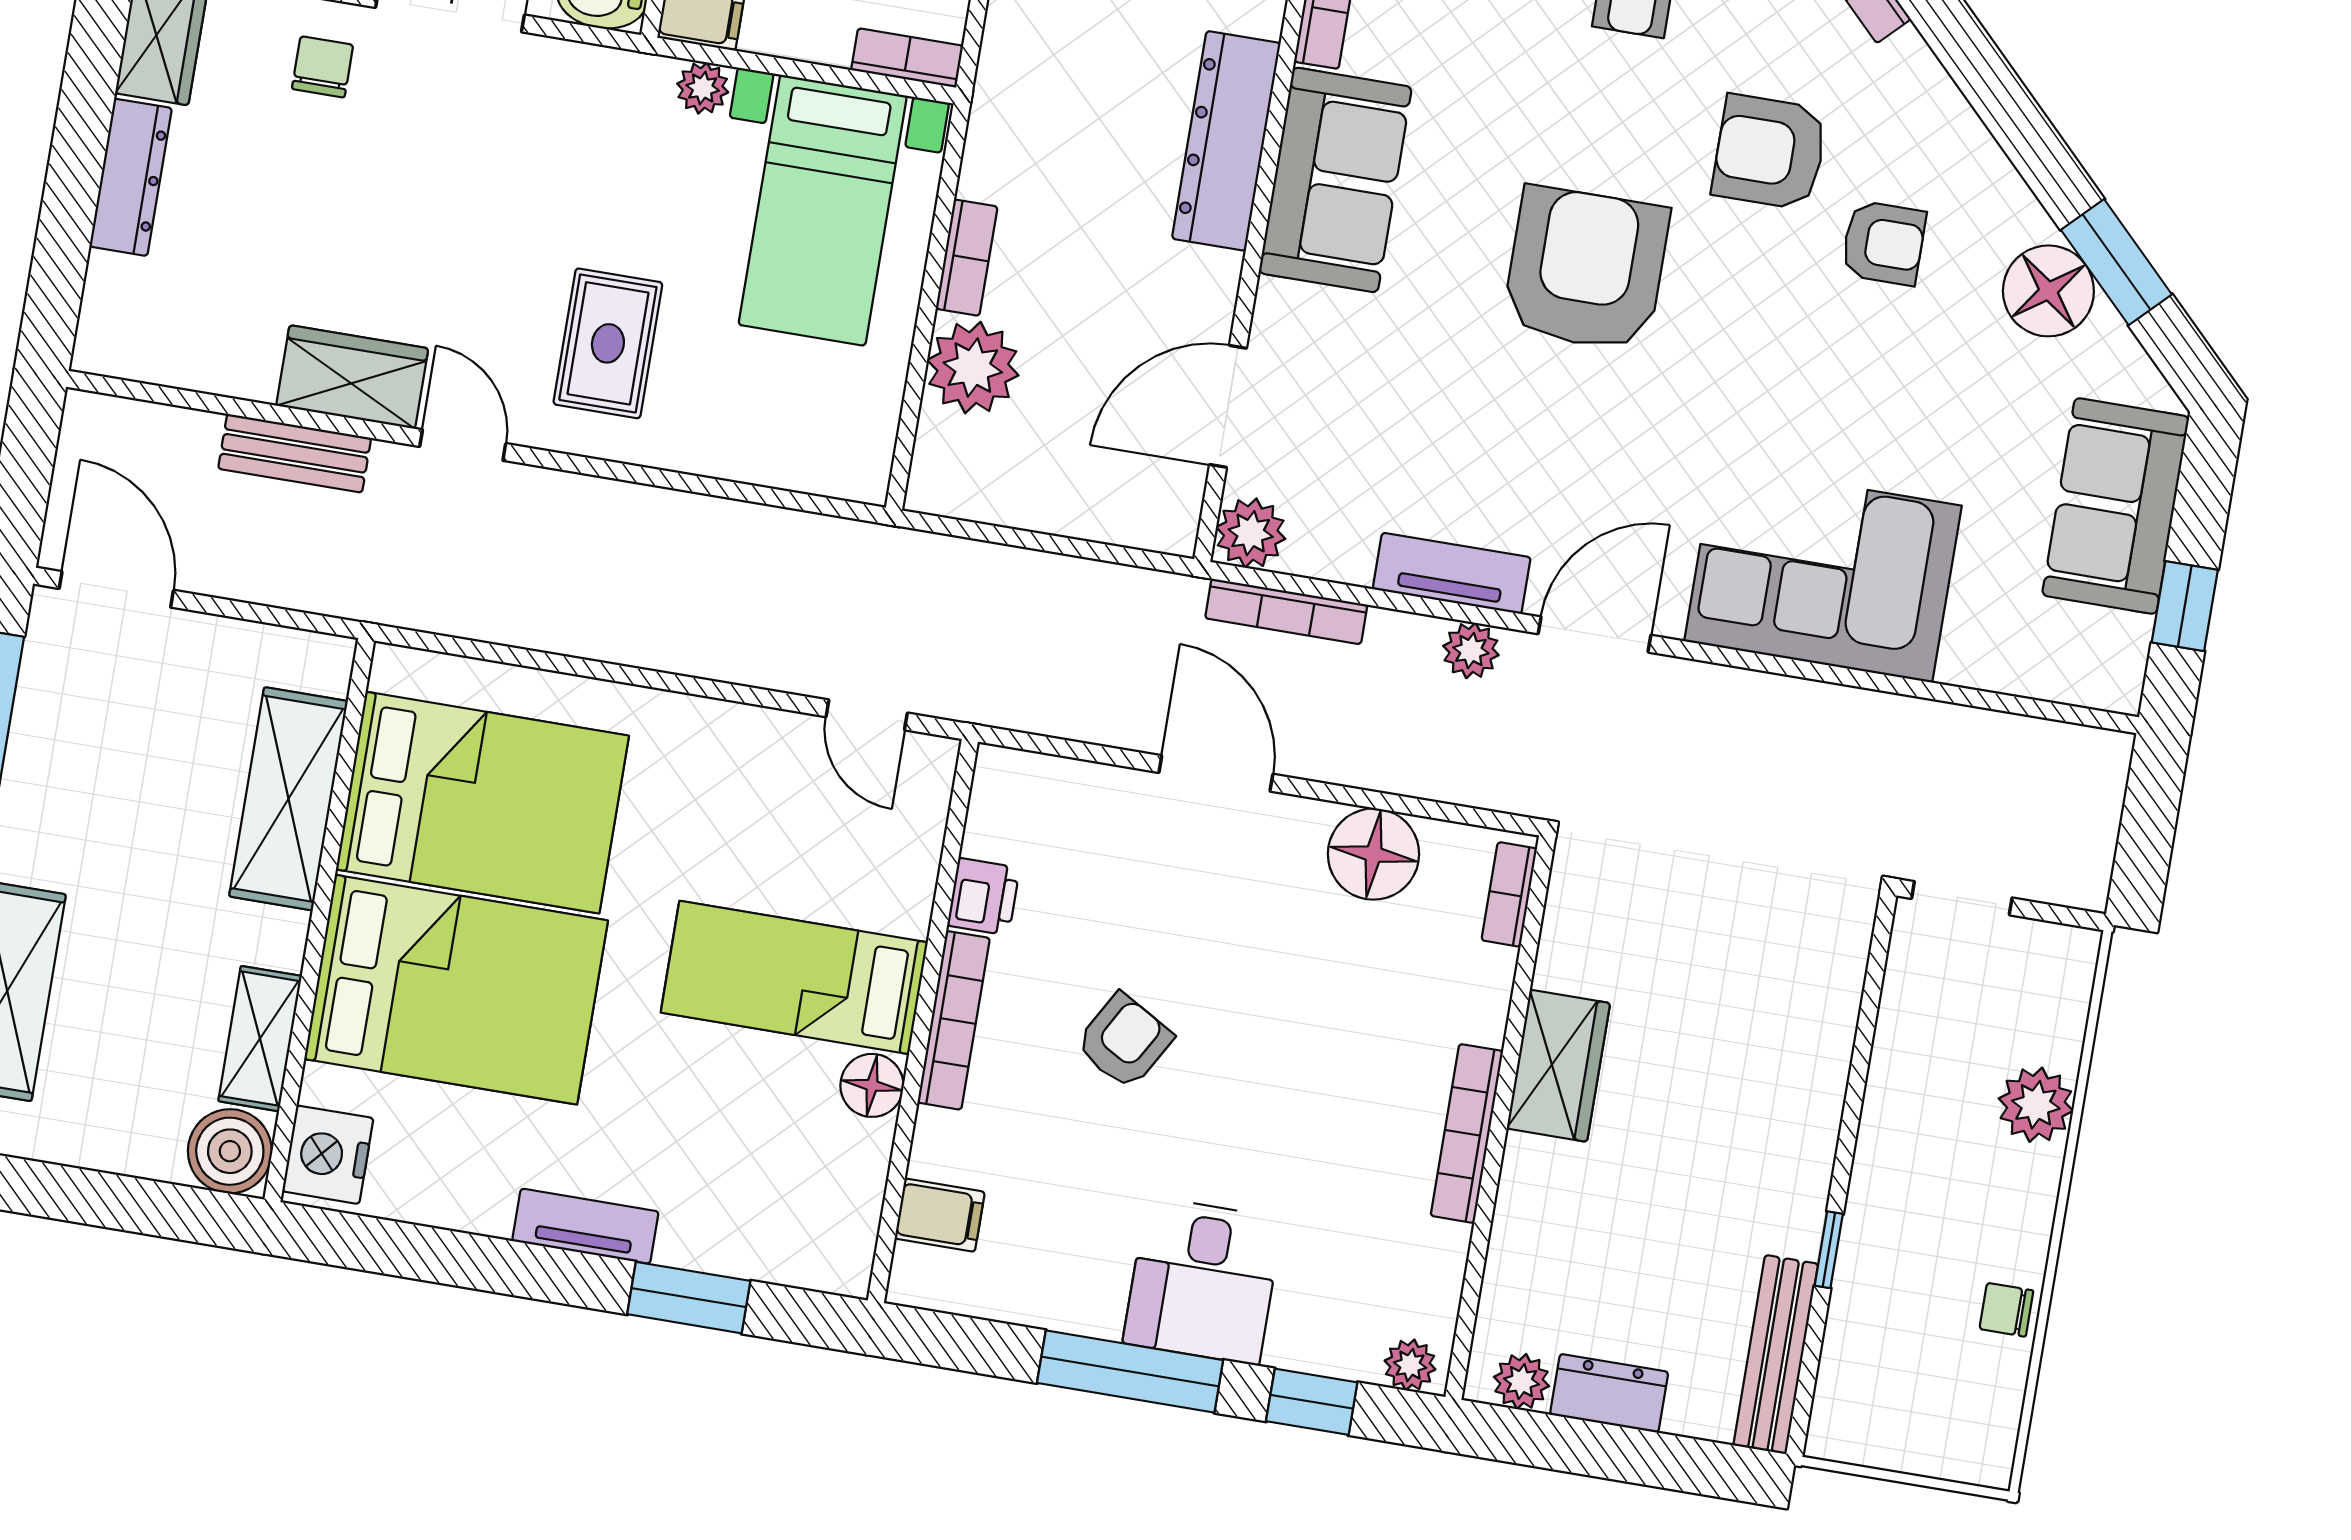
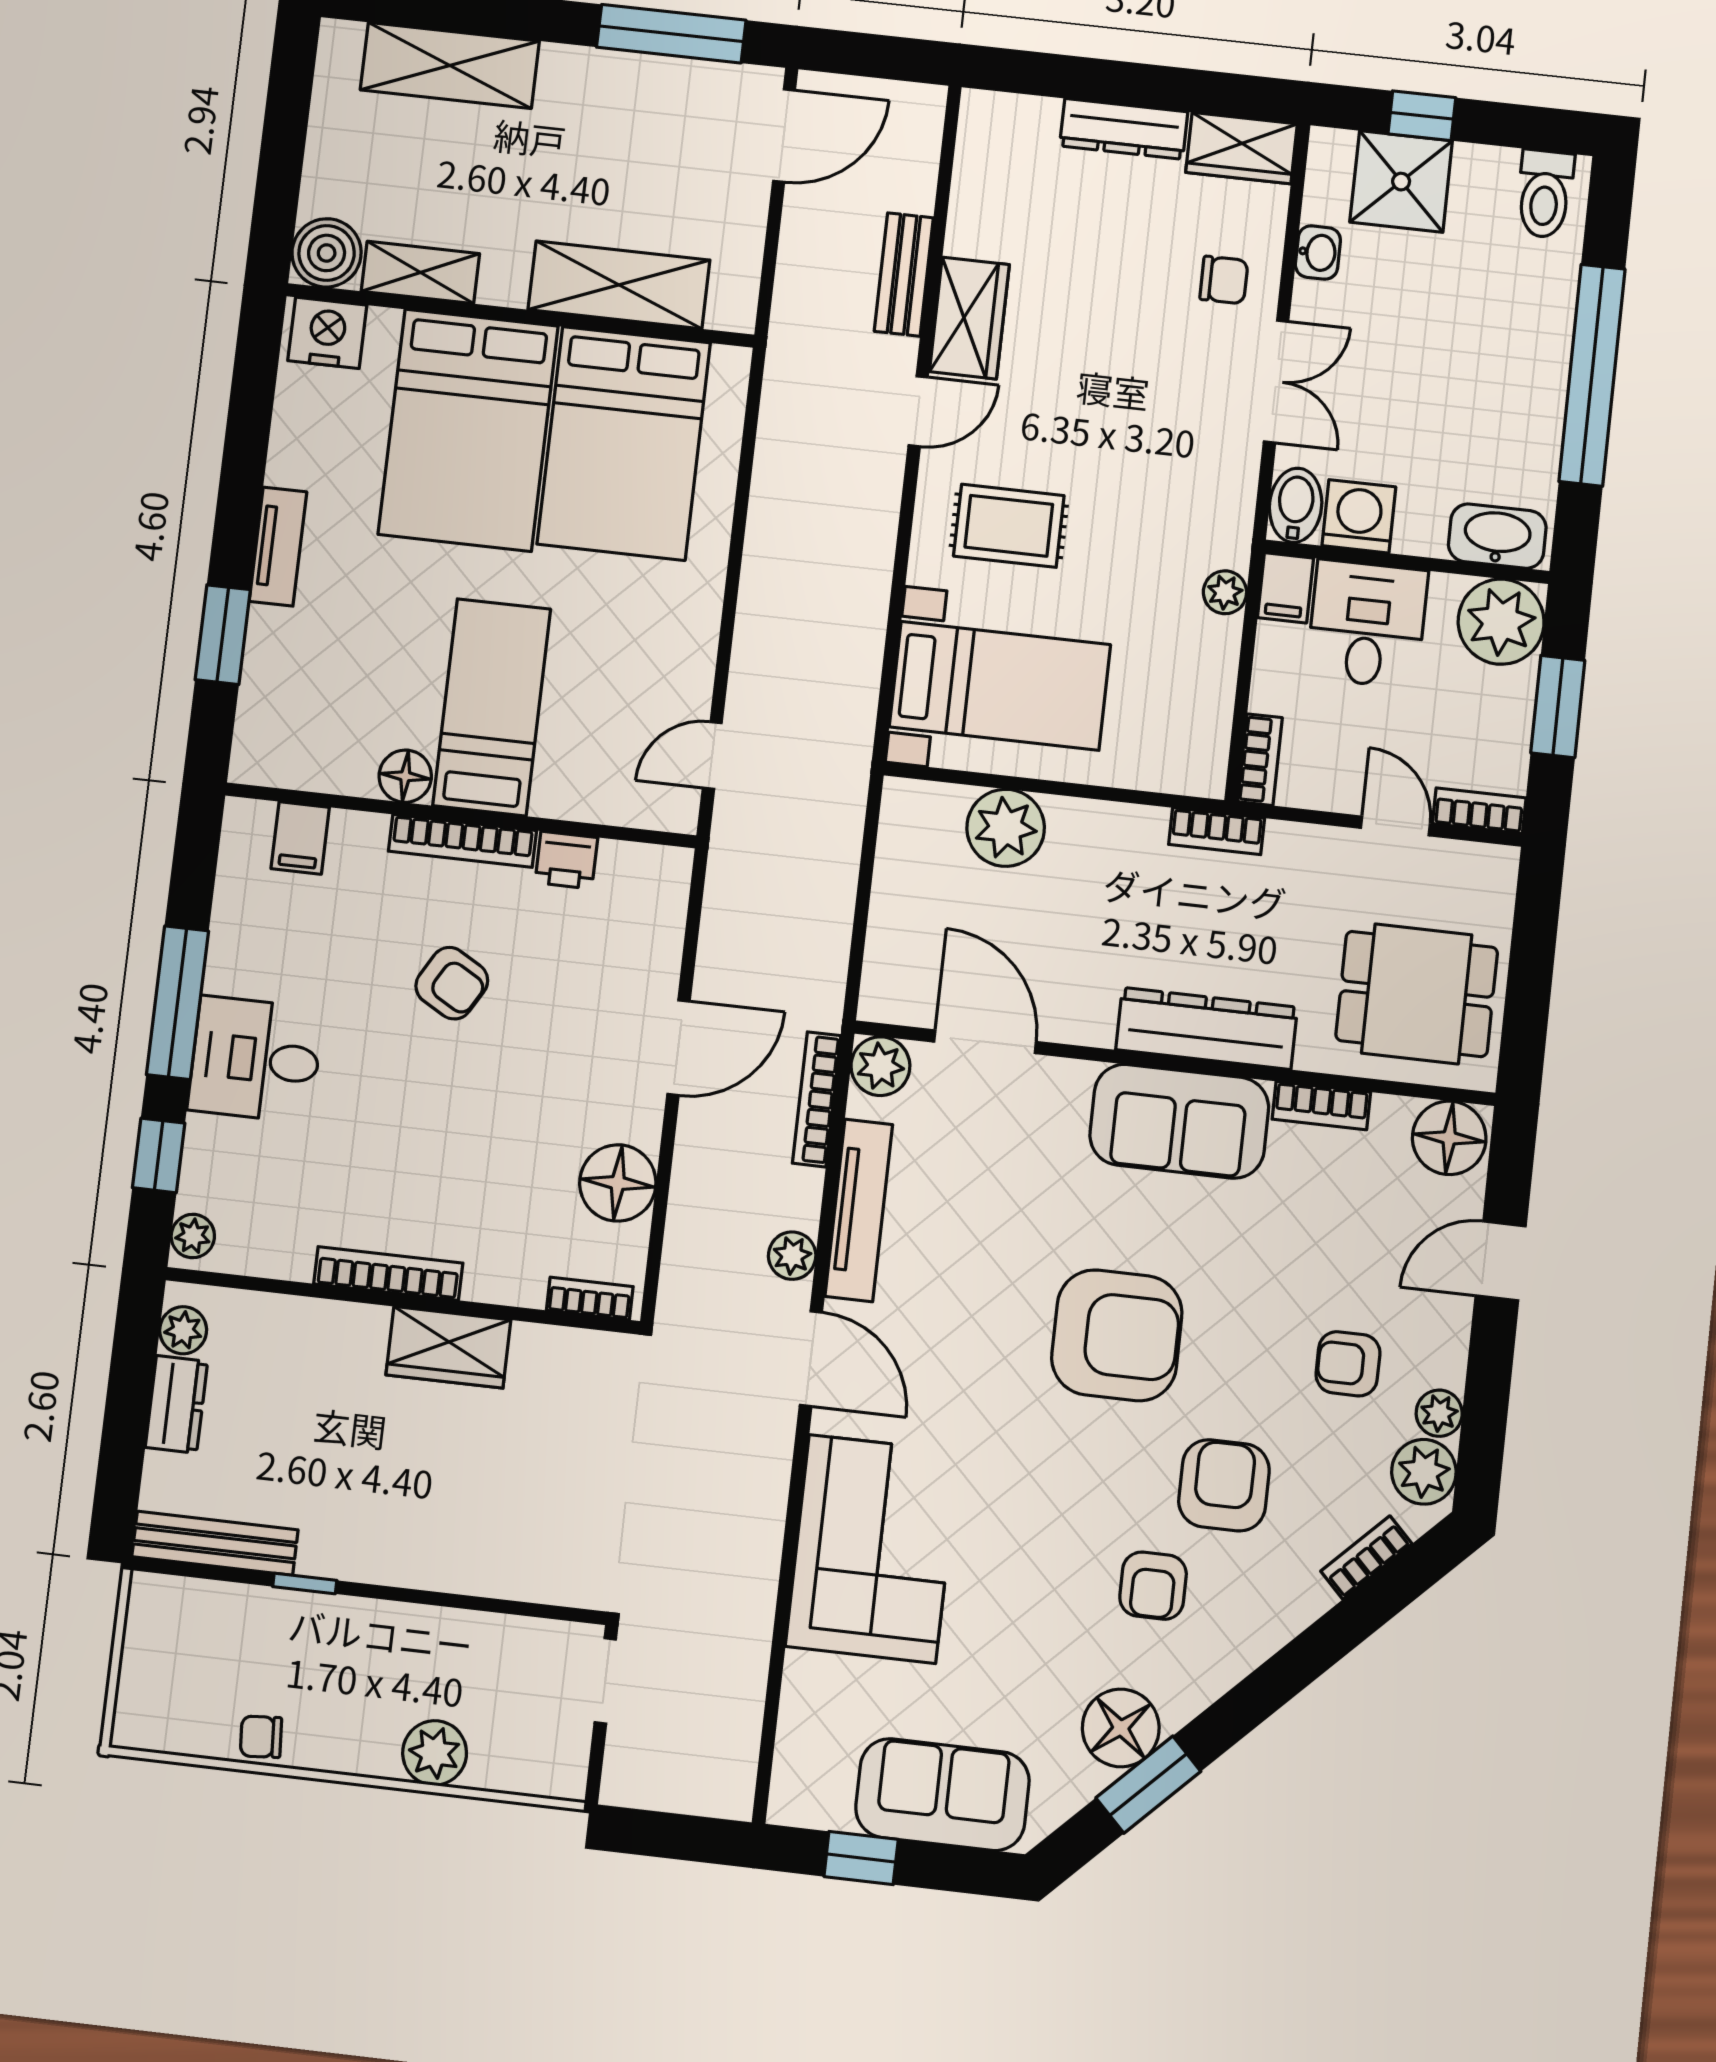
bed with nightstands: (823, 210) -> (1000, 686), moved, turned 180
bookcase: (967, 258) -> (1217, 831), moved
tv unit: (1452, 573) -> (859, 1210), width x1.41
chair: (2006, 1310) -> (261, 1737), turned -94

